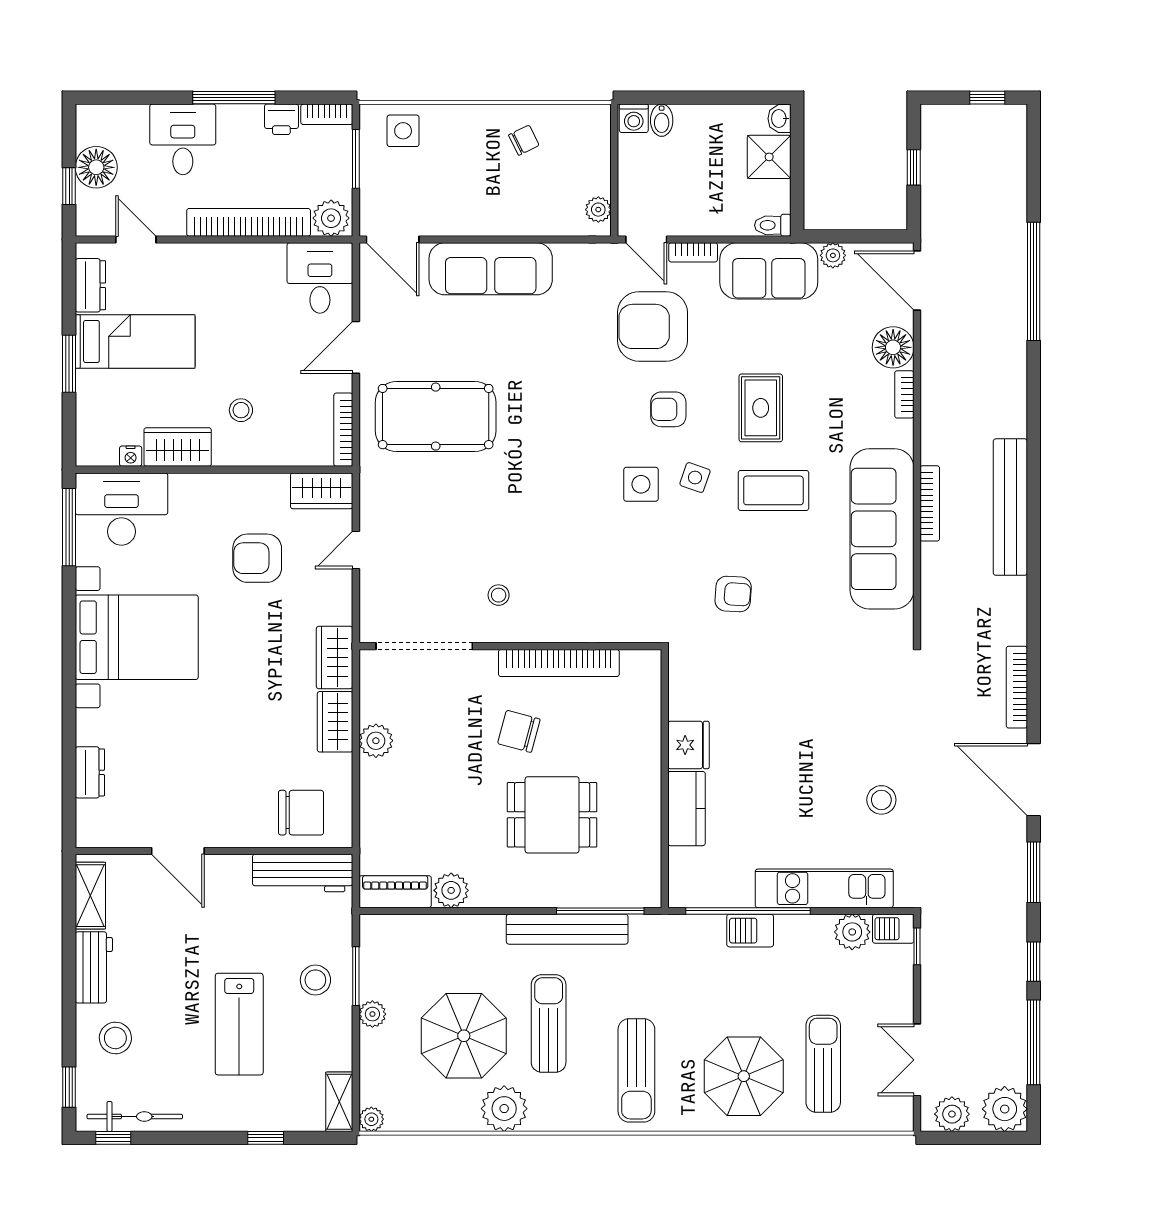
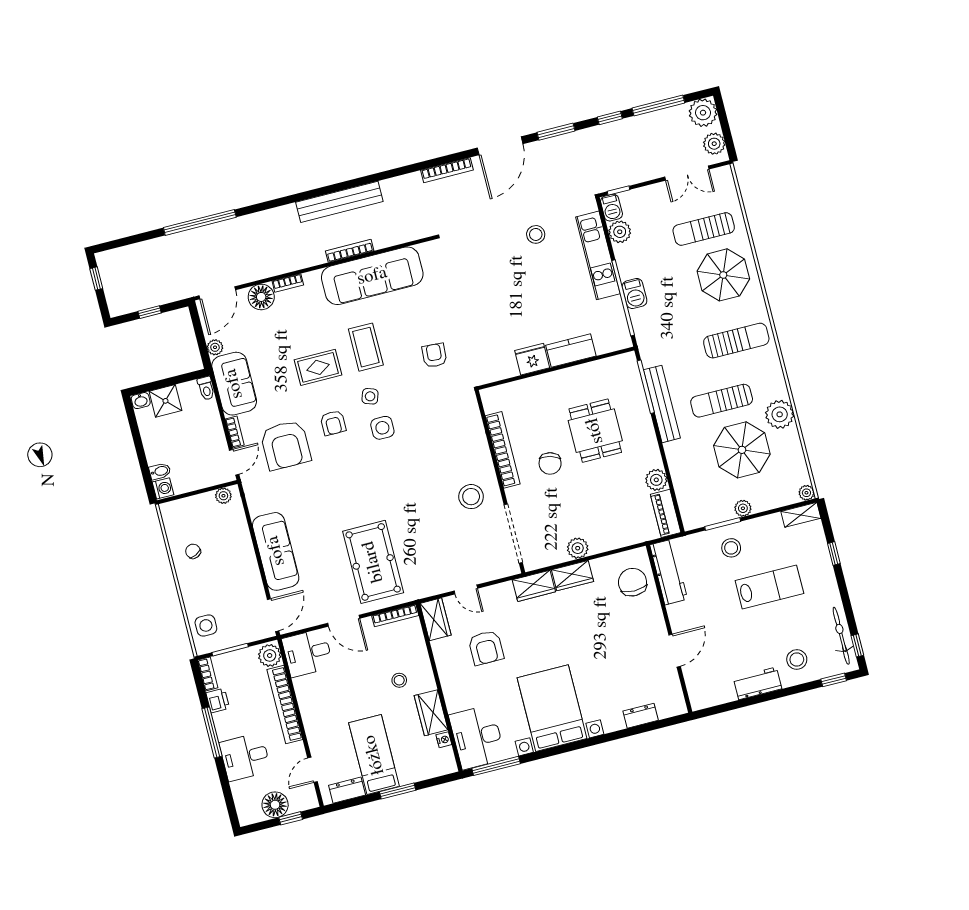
stool: (499, 595) -> (471, 497), width x1.89, depth x1.89
shelving: (90, 896) -> (715, 696), removed

